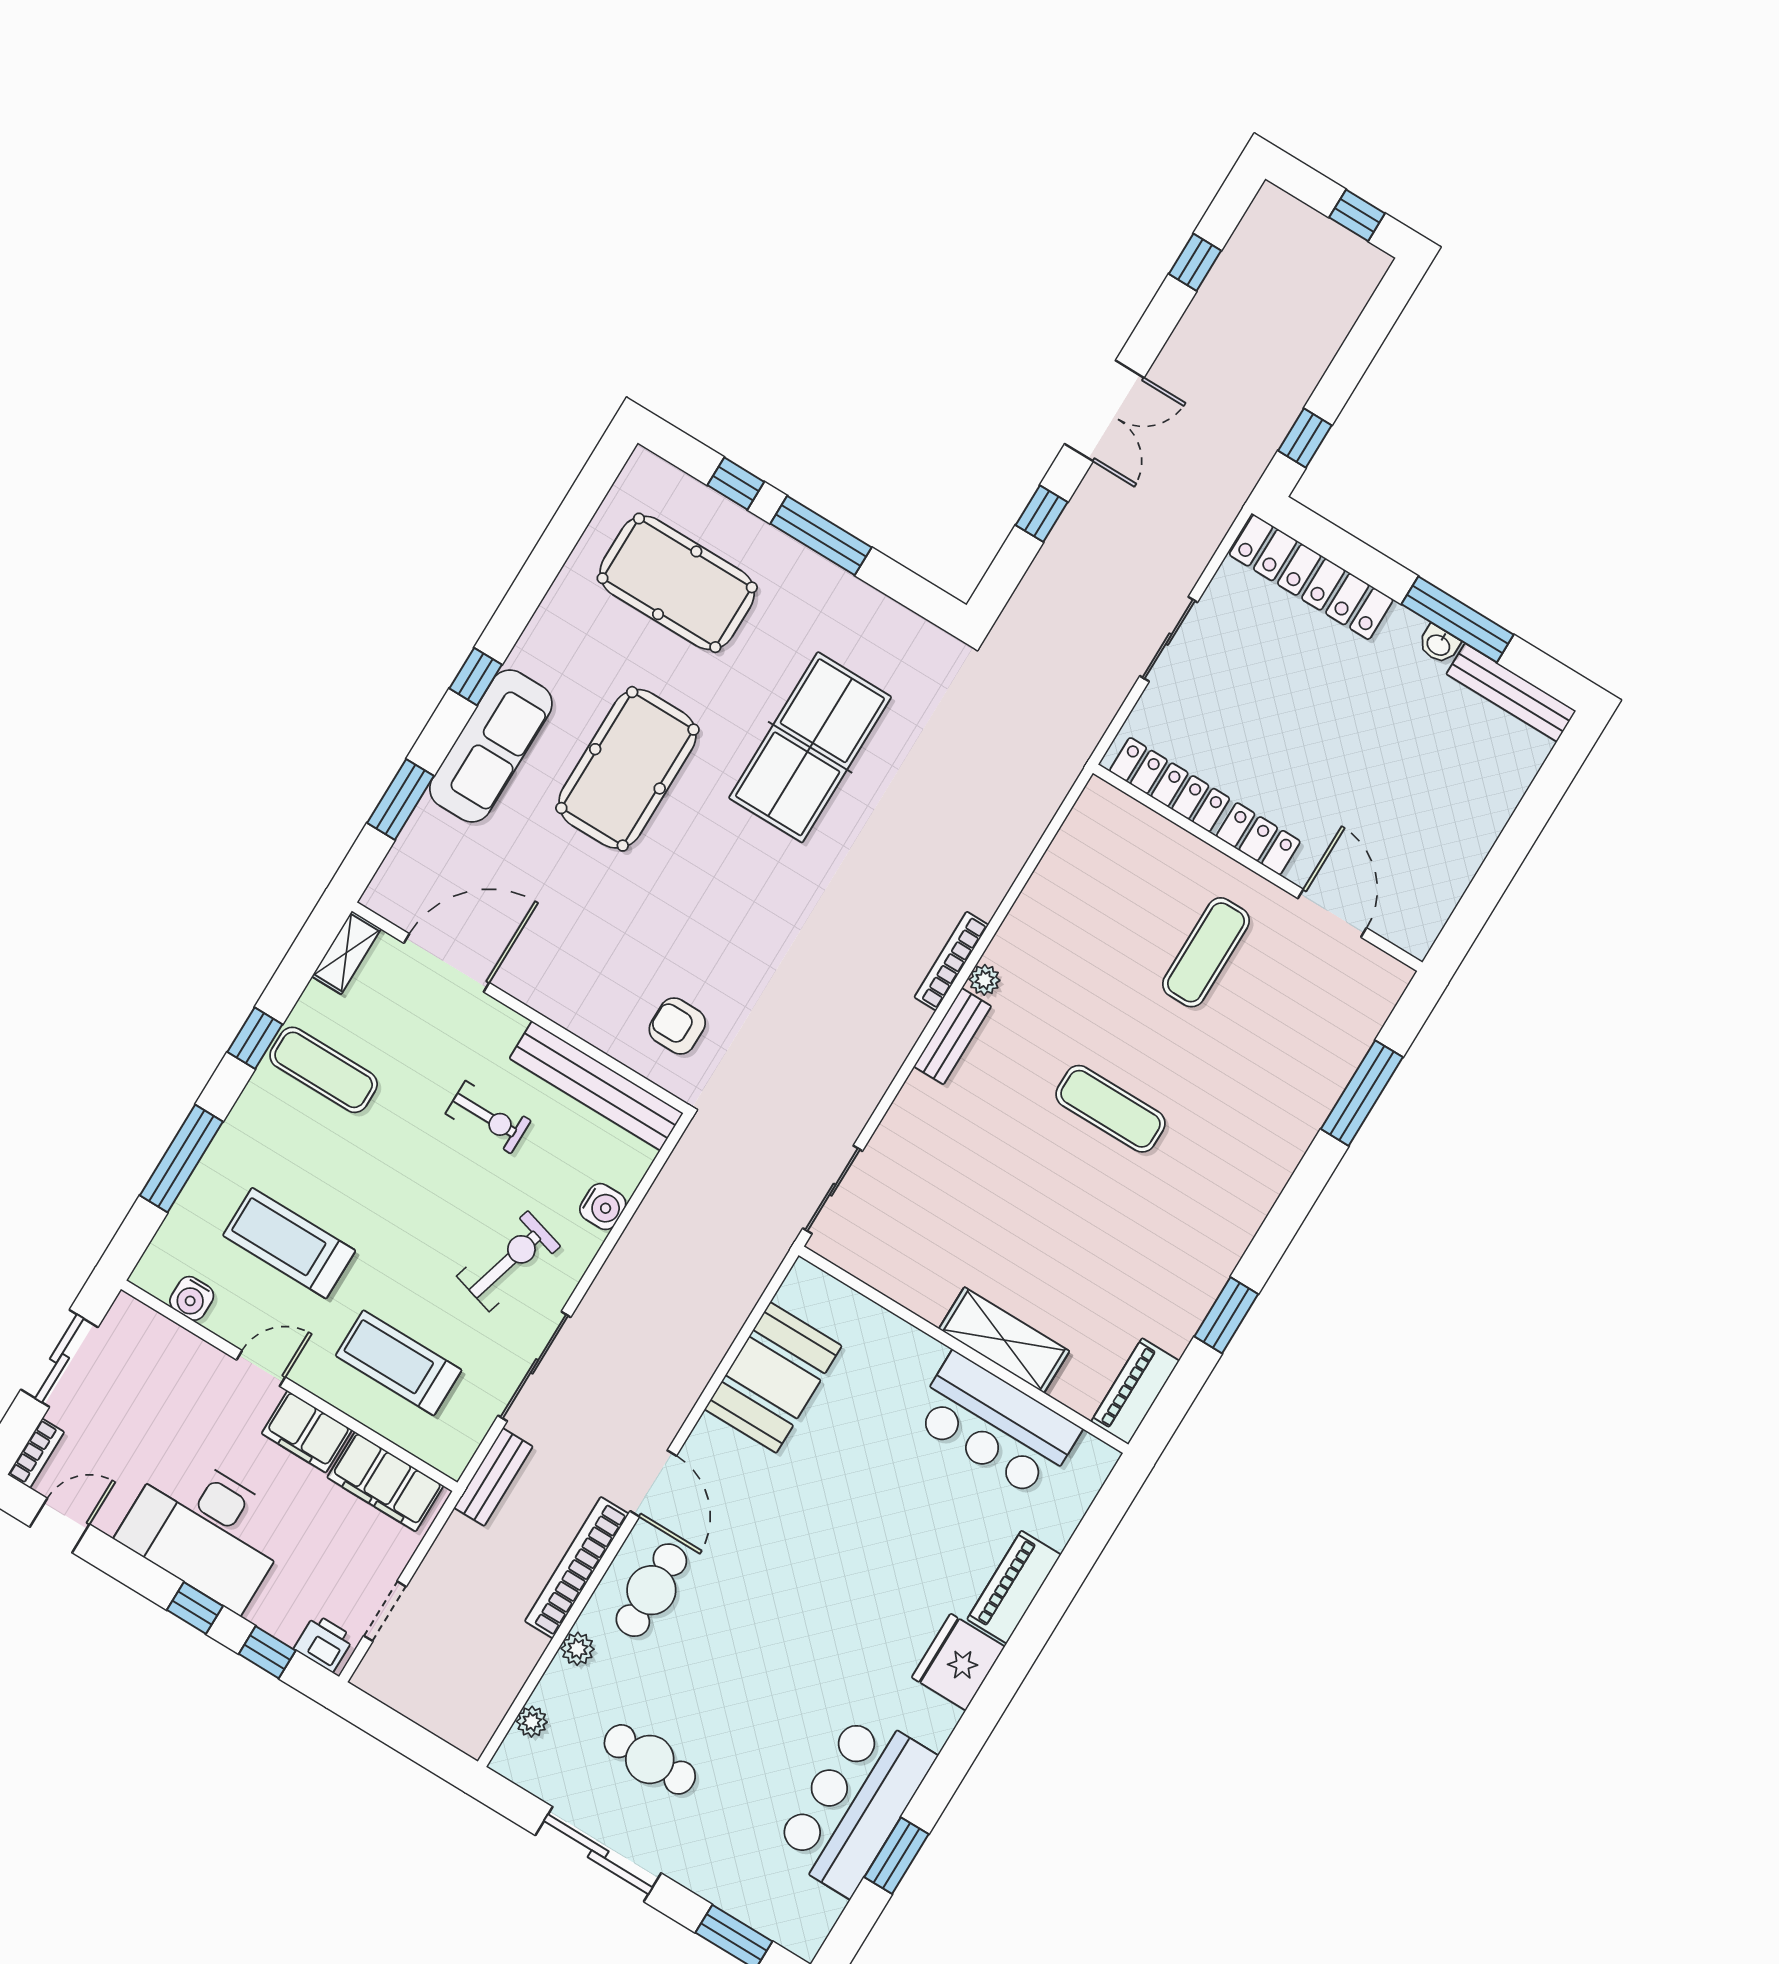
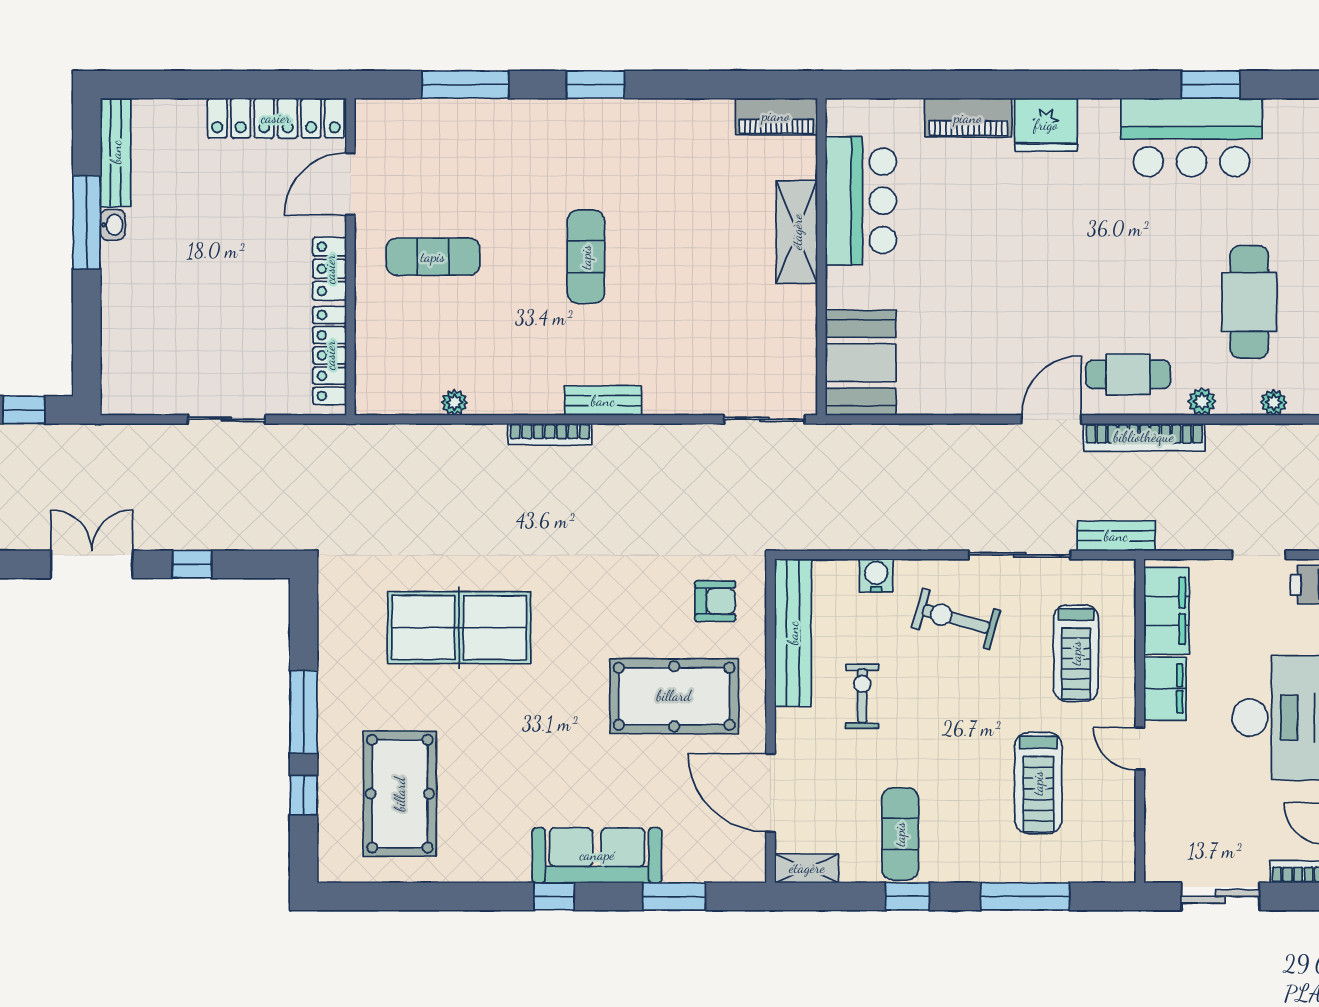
locker: (1311, 577) -> (276, 118), moved, turned 90
pool table: (627, 769) -> (674, 696), moved
plant: (985, 980) -> (455, 402), moved
armchair: (677, 1026) -> (715, 601), turned -90
water cooler: (192, 1298) -> (1120, 828), removed
window: (1226, 1315) -> (595, 85), moved
booth: (773, 1378) -> (861, 363), moved, turned 90
cafe table: (650, 1759) -> (1249, 302), width x1.37, depth x1.35

